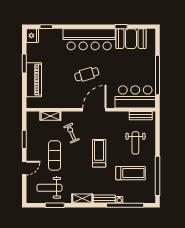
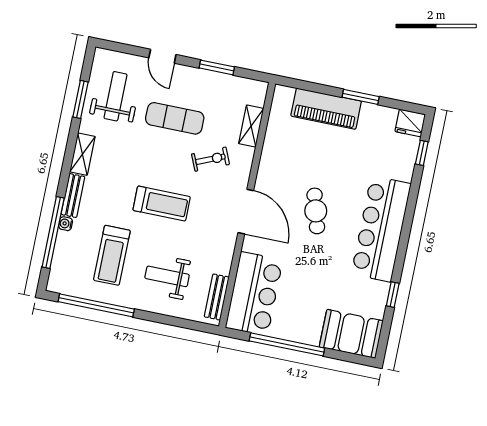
booth: (131, 39) -> (351, 334), moved, turned 90

